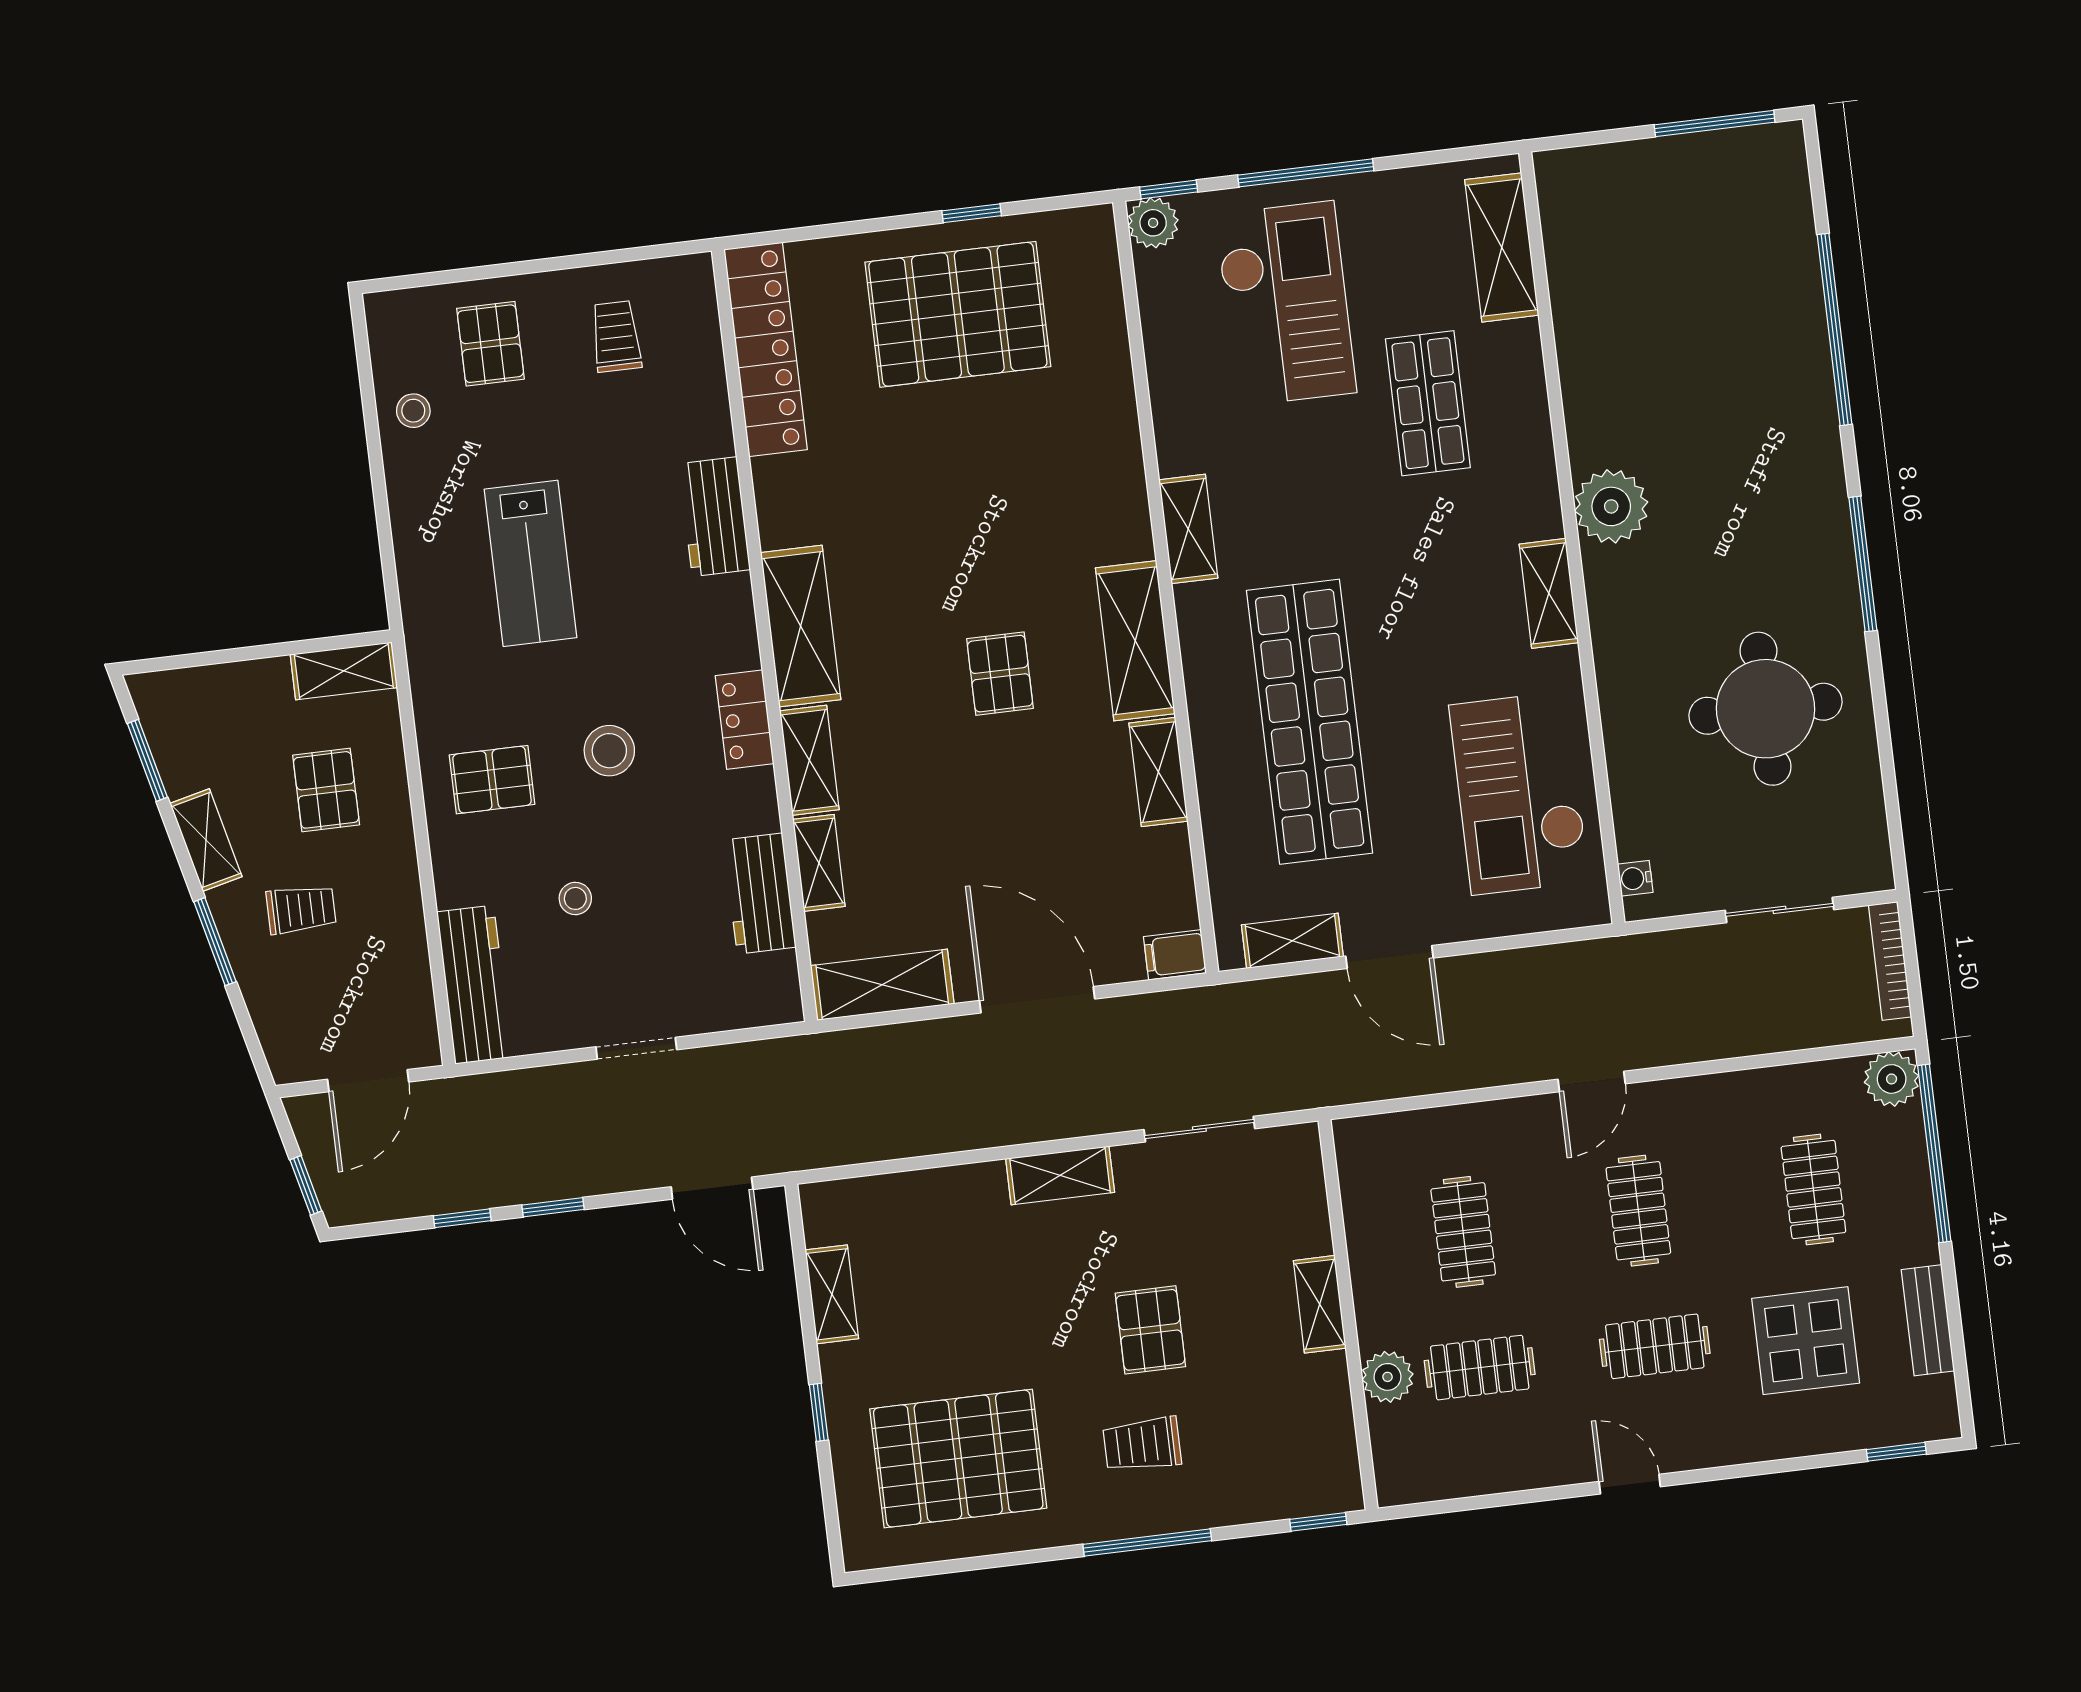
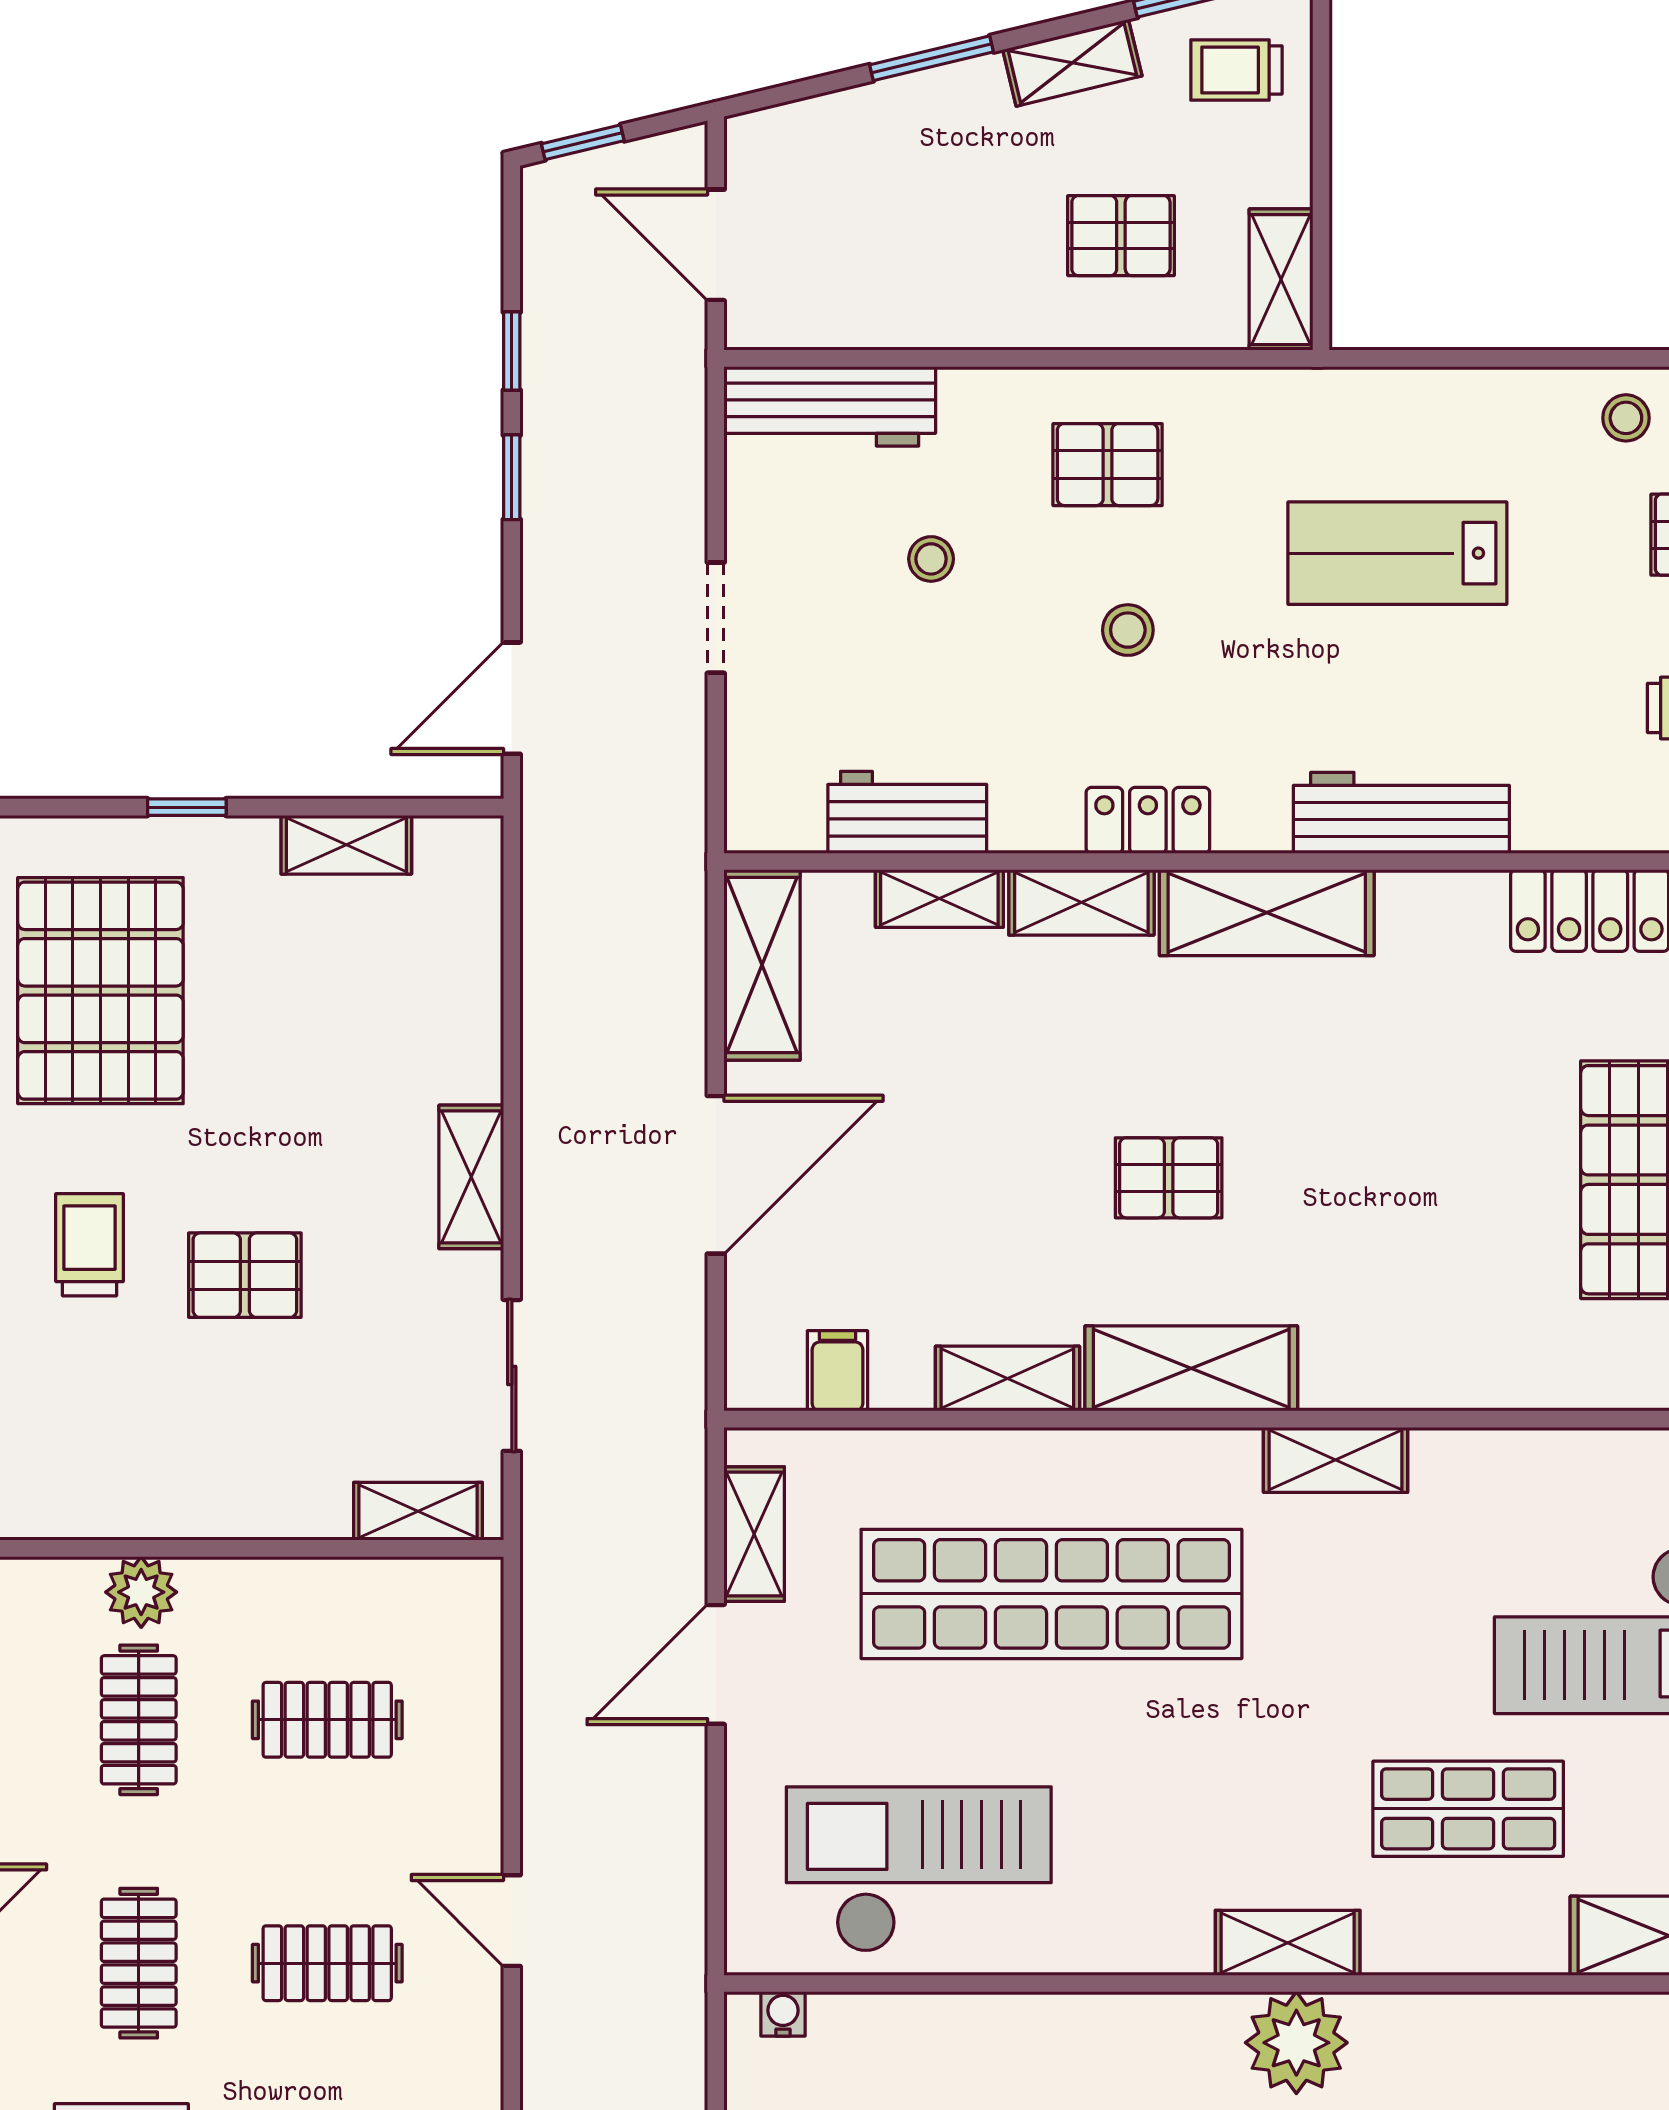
workbench: (714, 517) -> (1401, 813), width x1.38
shelving: (1549, 593) -> (1288, 1943), moved
stool: (609, 751) -> (1128, 630), width x0.73, depth x0.73
pallet: (492, 780) -> (1108, 465), turned 90
trolley: (301, 909) -> (1236, 70), moved, turned 90
filing cabinet: (1175, 955) -> (837, 1371), moved
shelving: (1320, 1304) -> (418, 1511), moved

